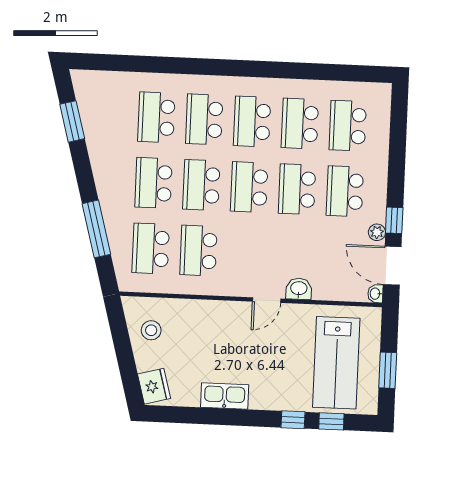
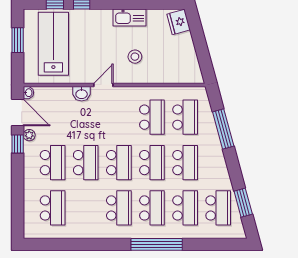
window: (200, 66) -> (157, 244), added
school desk: (300, 124) -> (218, 208), moved
stool: (151, 330) -> (135, 57), moved

